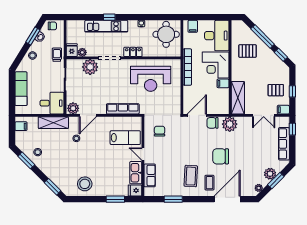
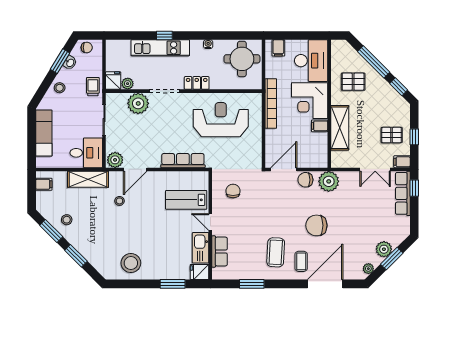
reception desk: (151, 79) -> (221, 120), turned 180
shelving: (238, 98) -> (340, 128), moved
lab bench: (125, 138) -> (186, 200), turned 180
row of seats: (284, 144) -> (403, 193), moved
window: (53, 187) -> (76, 256), moved

